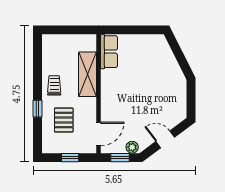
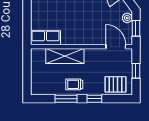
window: (38, 76) -> (66, 99), added
pallet: (64, 120) -> (115, 84), moved

